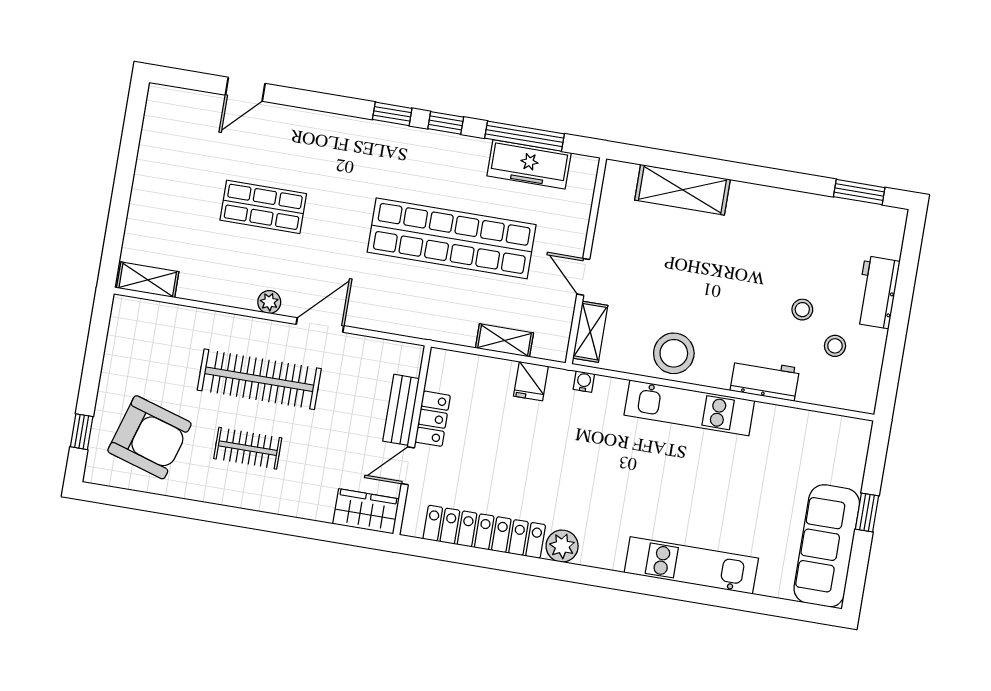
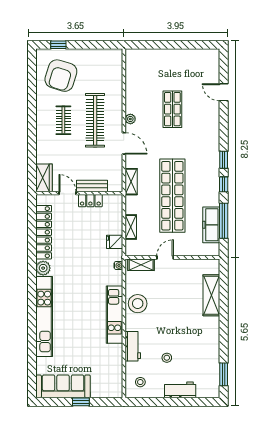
shelving: (148, 280) -> (131, 182), moved
stool: (835, 346) -> (140, 382), moved
kitchen unit: (691, 565) -> (44, 317), width x1.36

